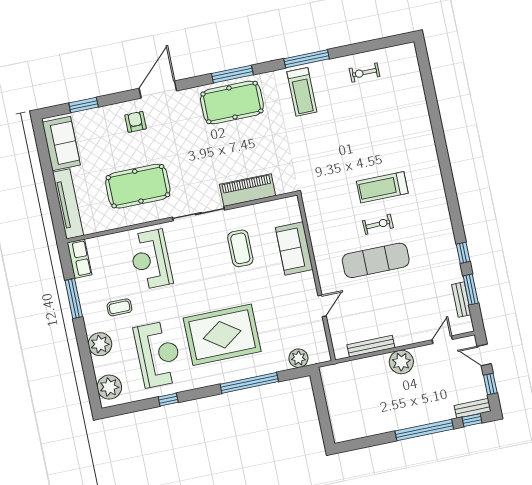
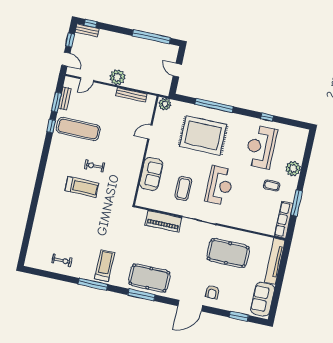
row of seats: (79, 259) -> (284, 220), width x1.48
reception desk: (151, 259) -> (220, 186), moved
exercise mat: (376, 260) -> (78, 129), moved
rug: (222, 335) -> (203, 135), moved
plant: (298, 358) -> (165, 104), moved
plant: (109, 387) -> (299, 140), removed
door: (322, 409) -> (177, 70), added
window: (424, 430) -> (151, 37), moved

